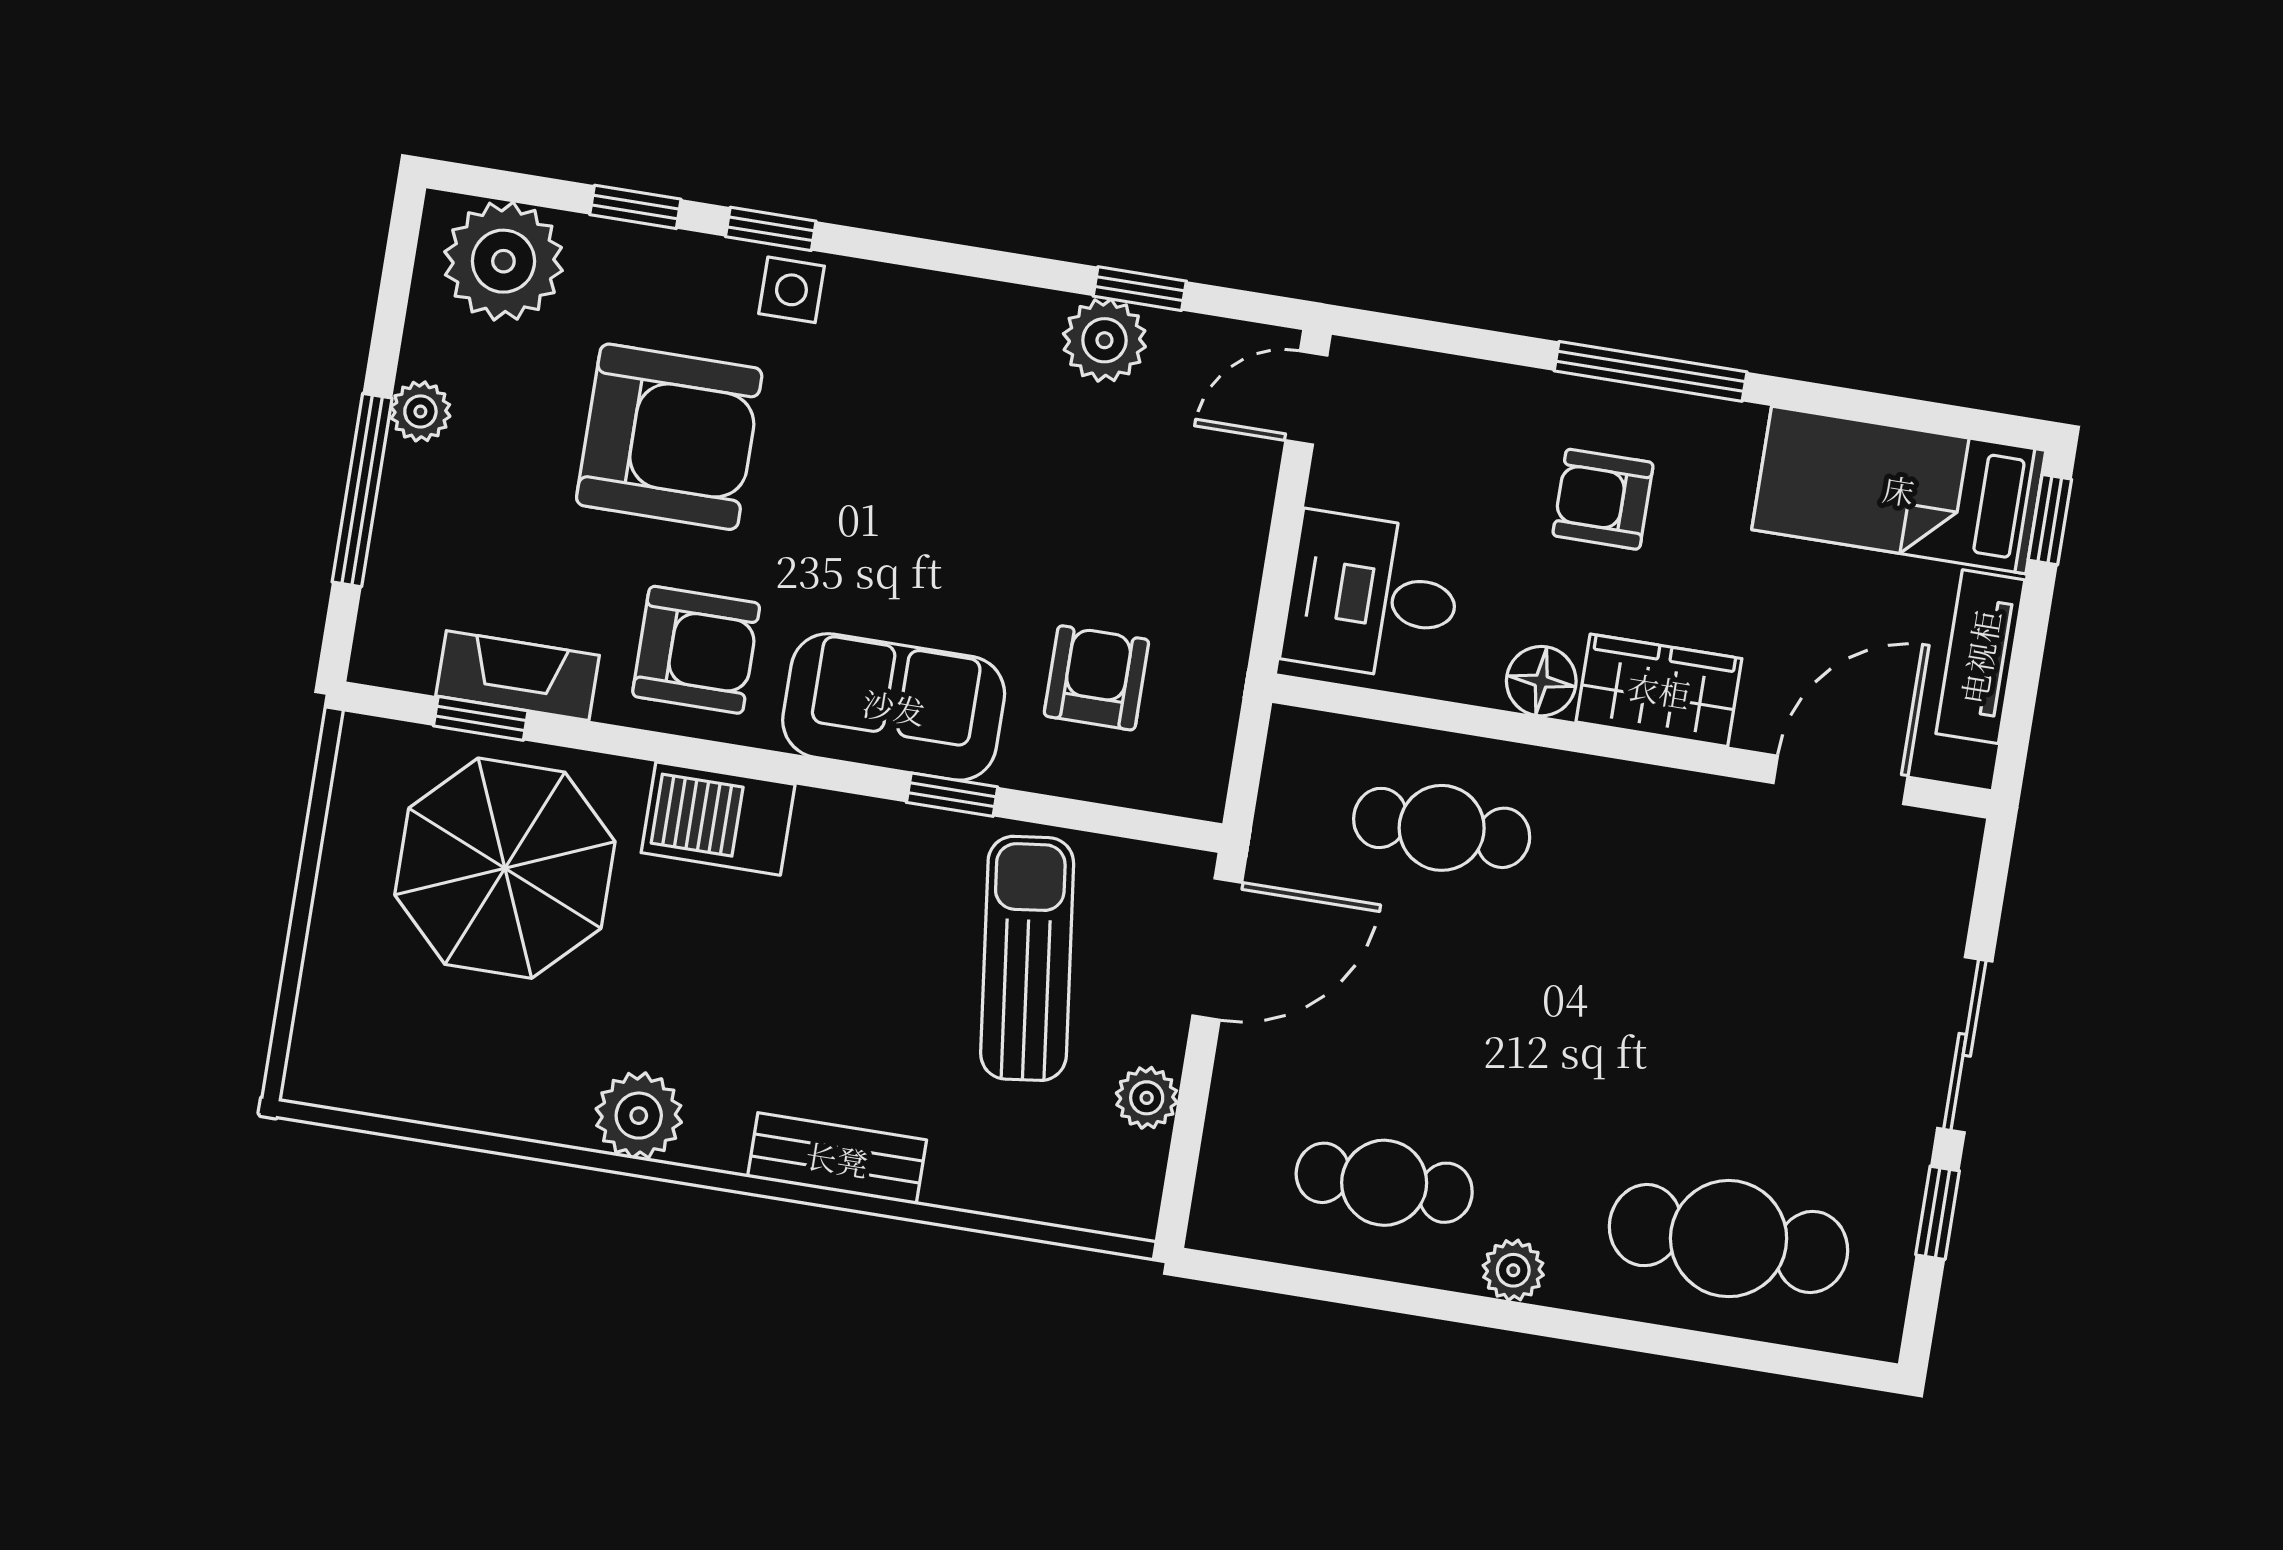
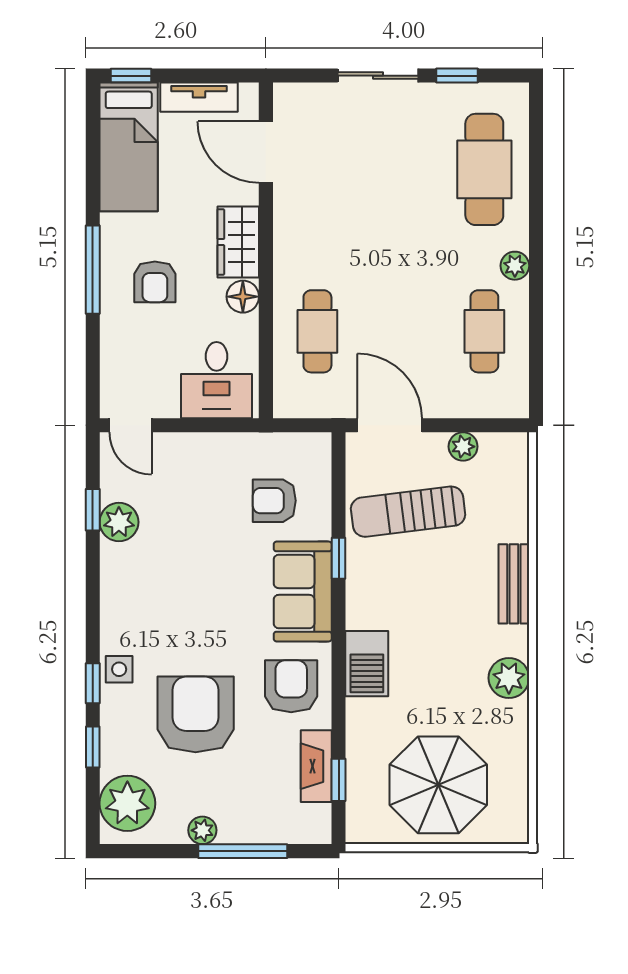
parasol: (505, 868) -> (438, 785), moved

